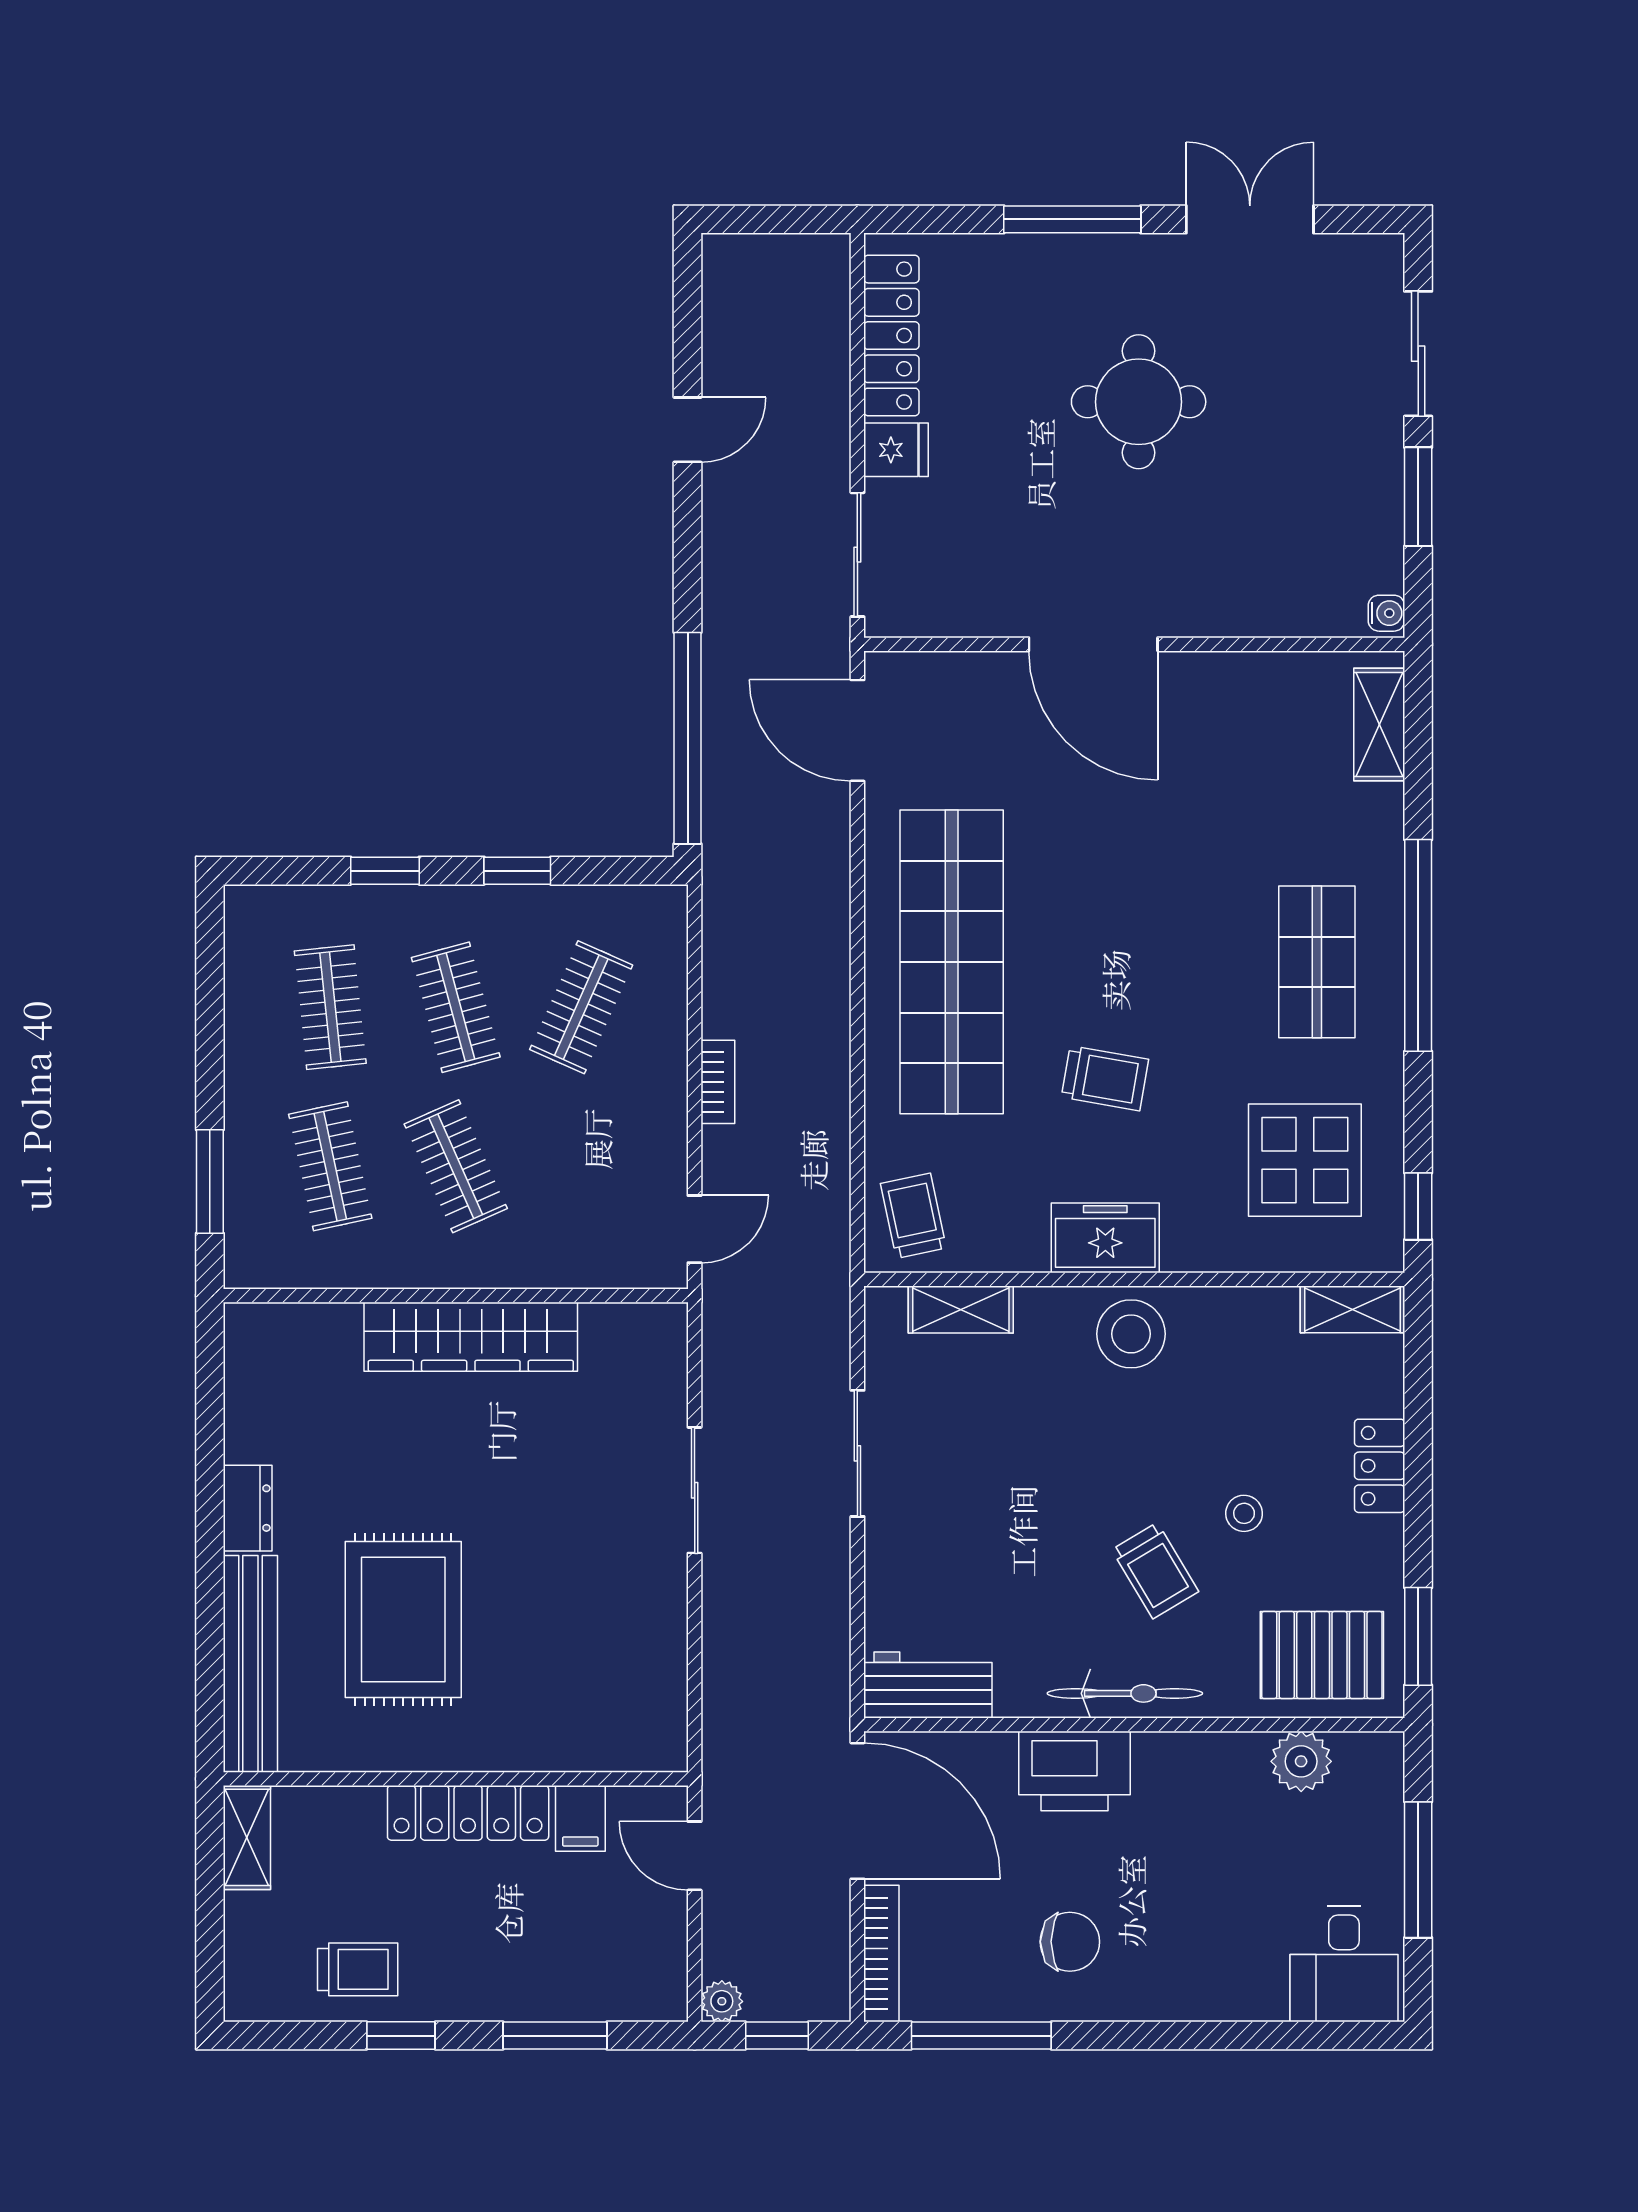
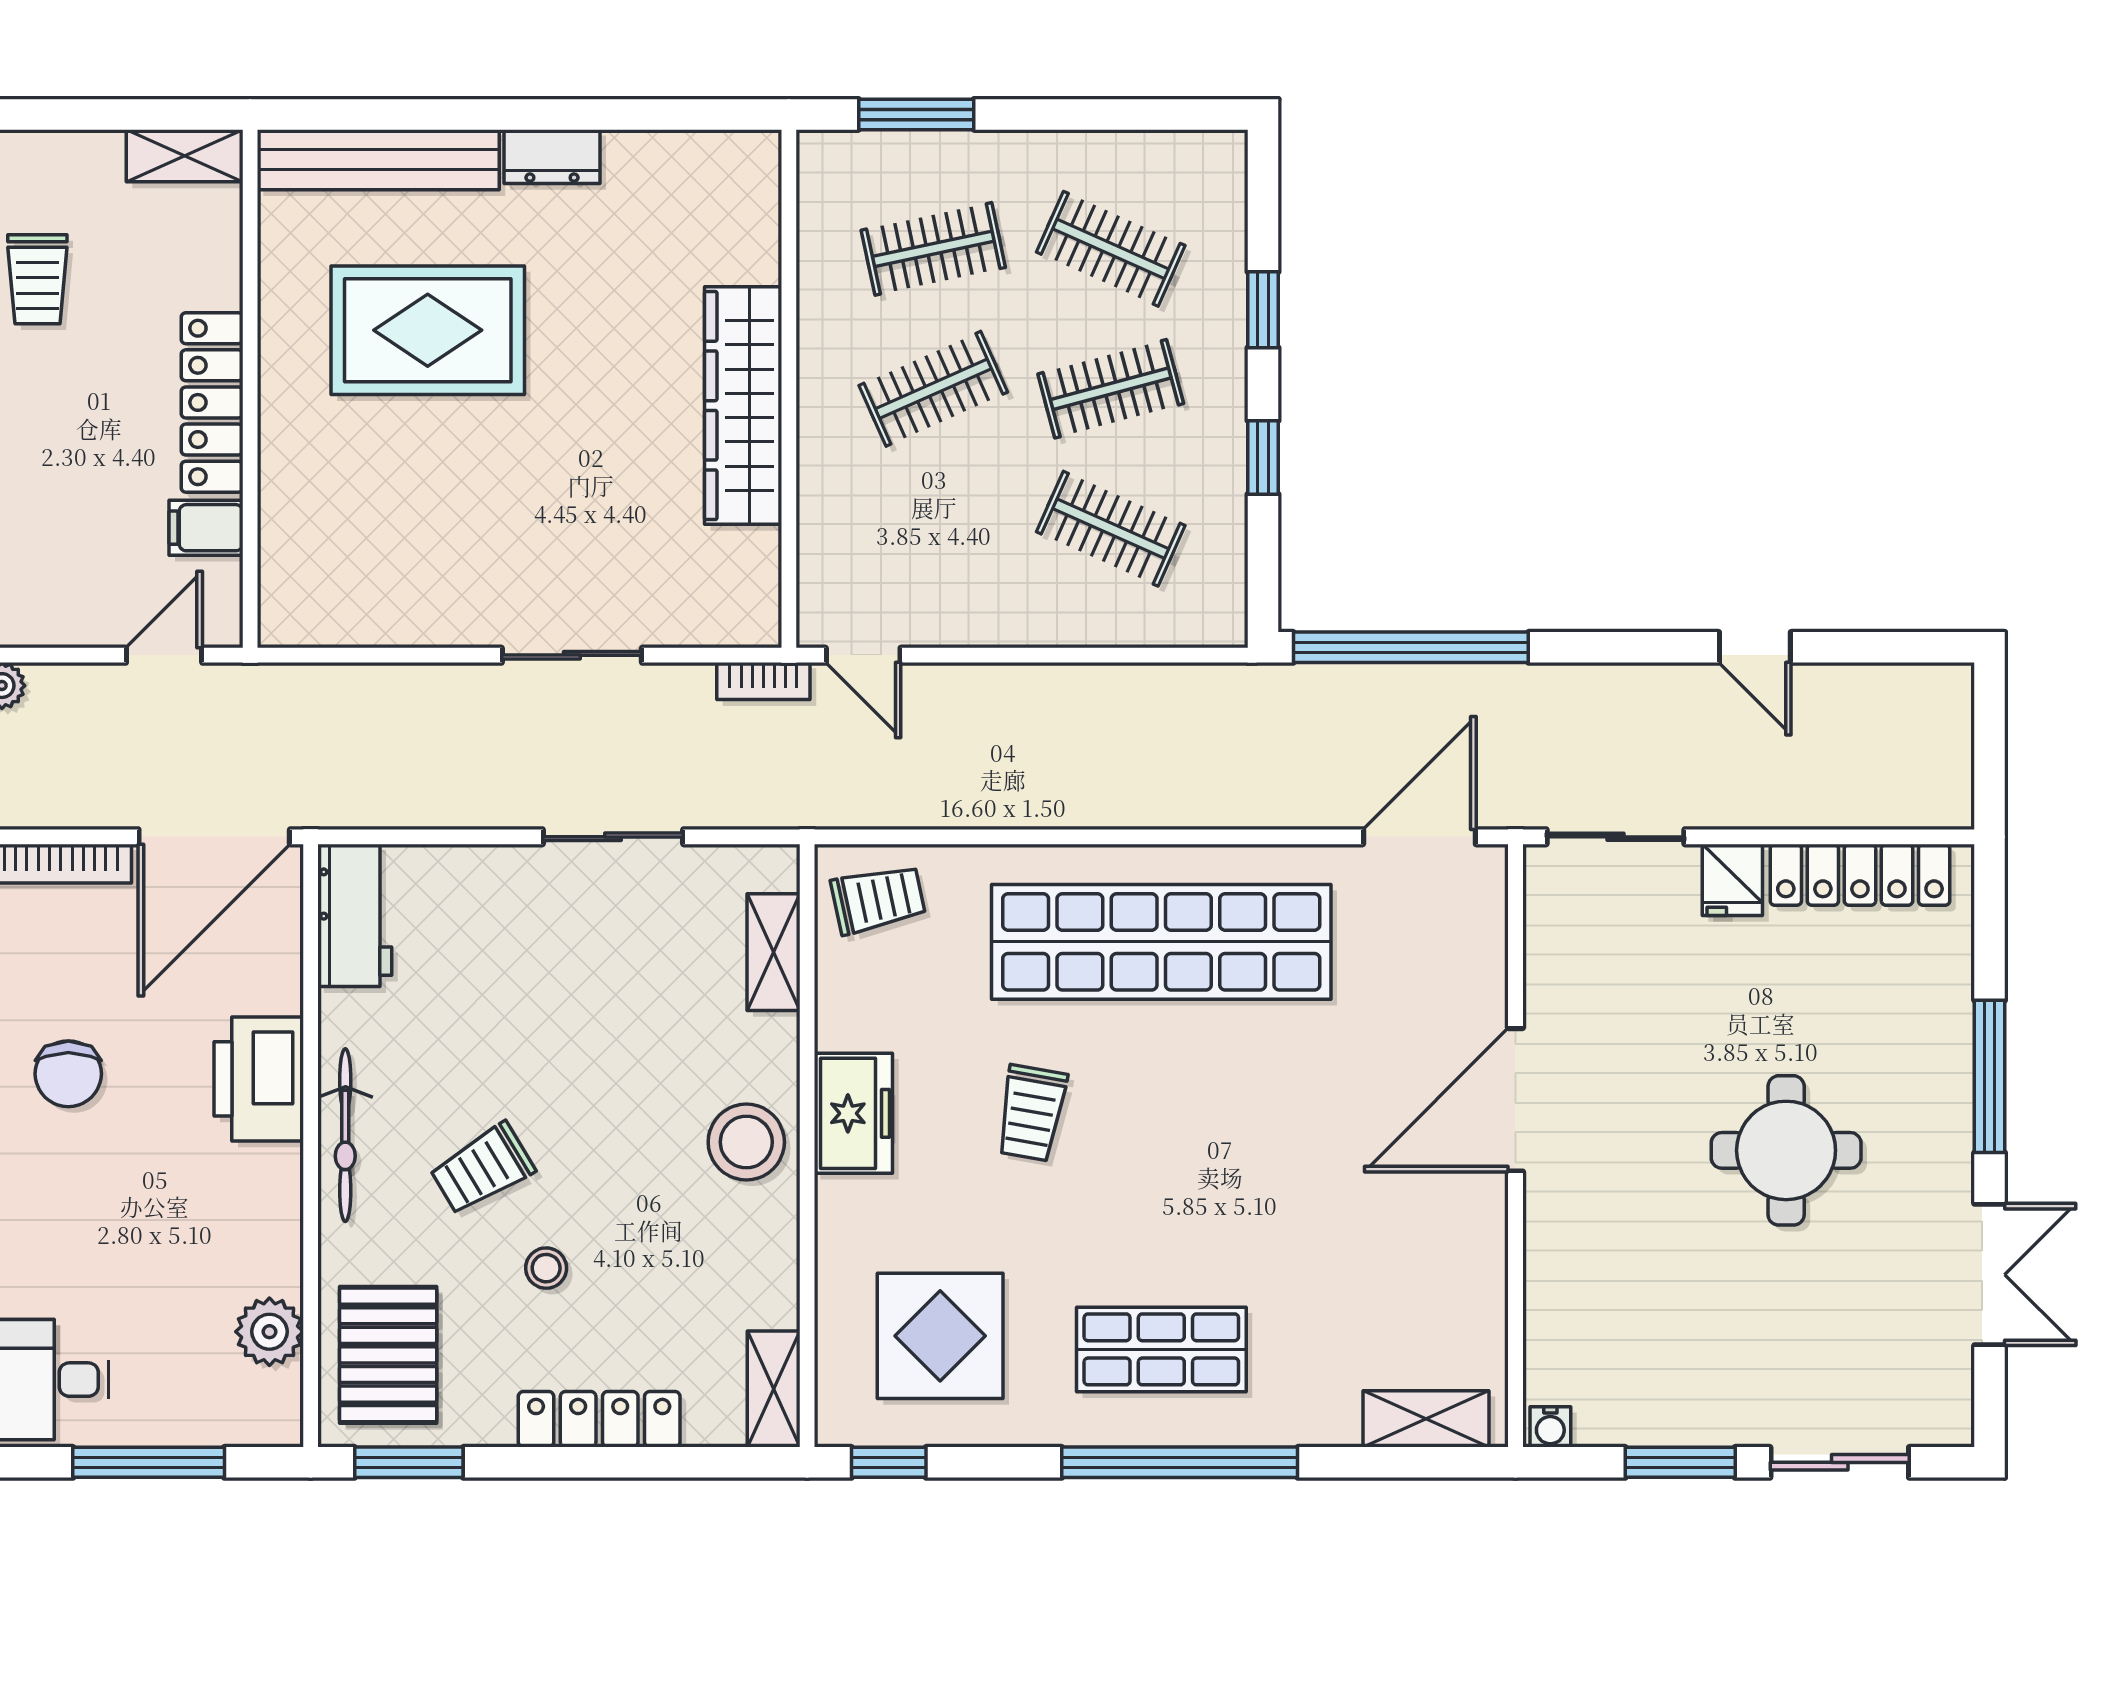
clothes rail: (330, 1007) -> (1111, 249), turned 30
bookcase: (718, 1082) -> (763, 681), moved
locker: (1380, 1466) -> (599, 1419), width x1.53

